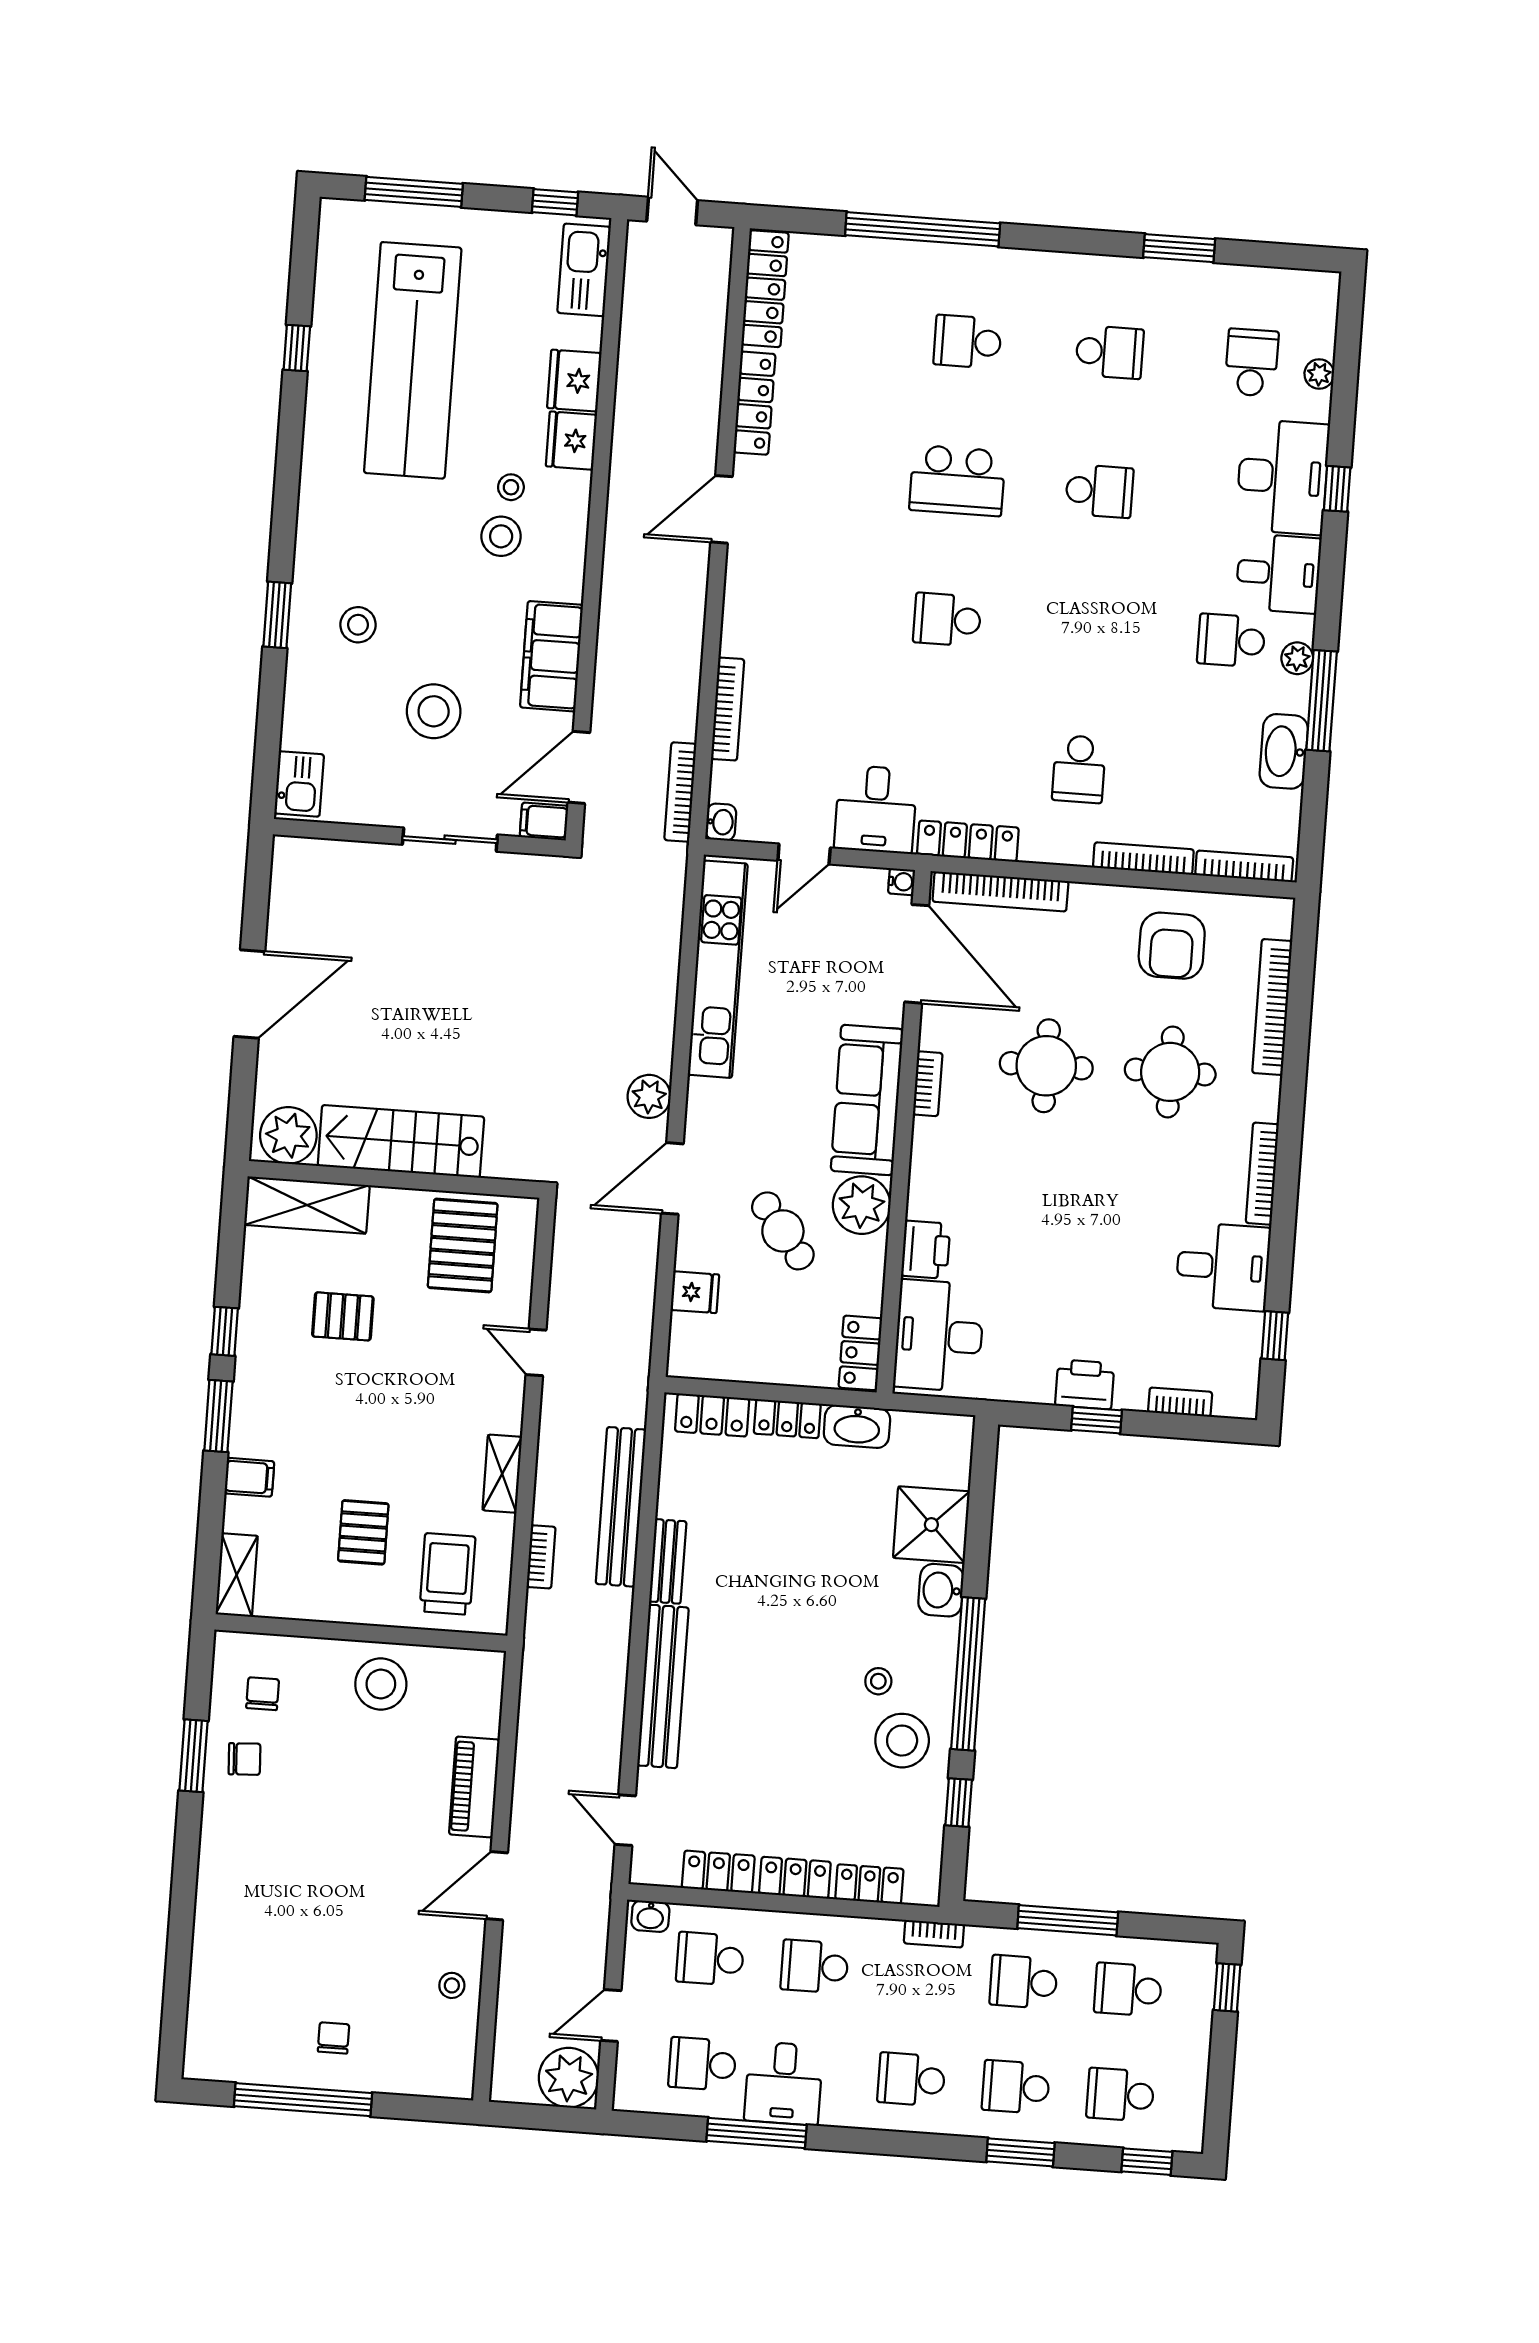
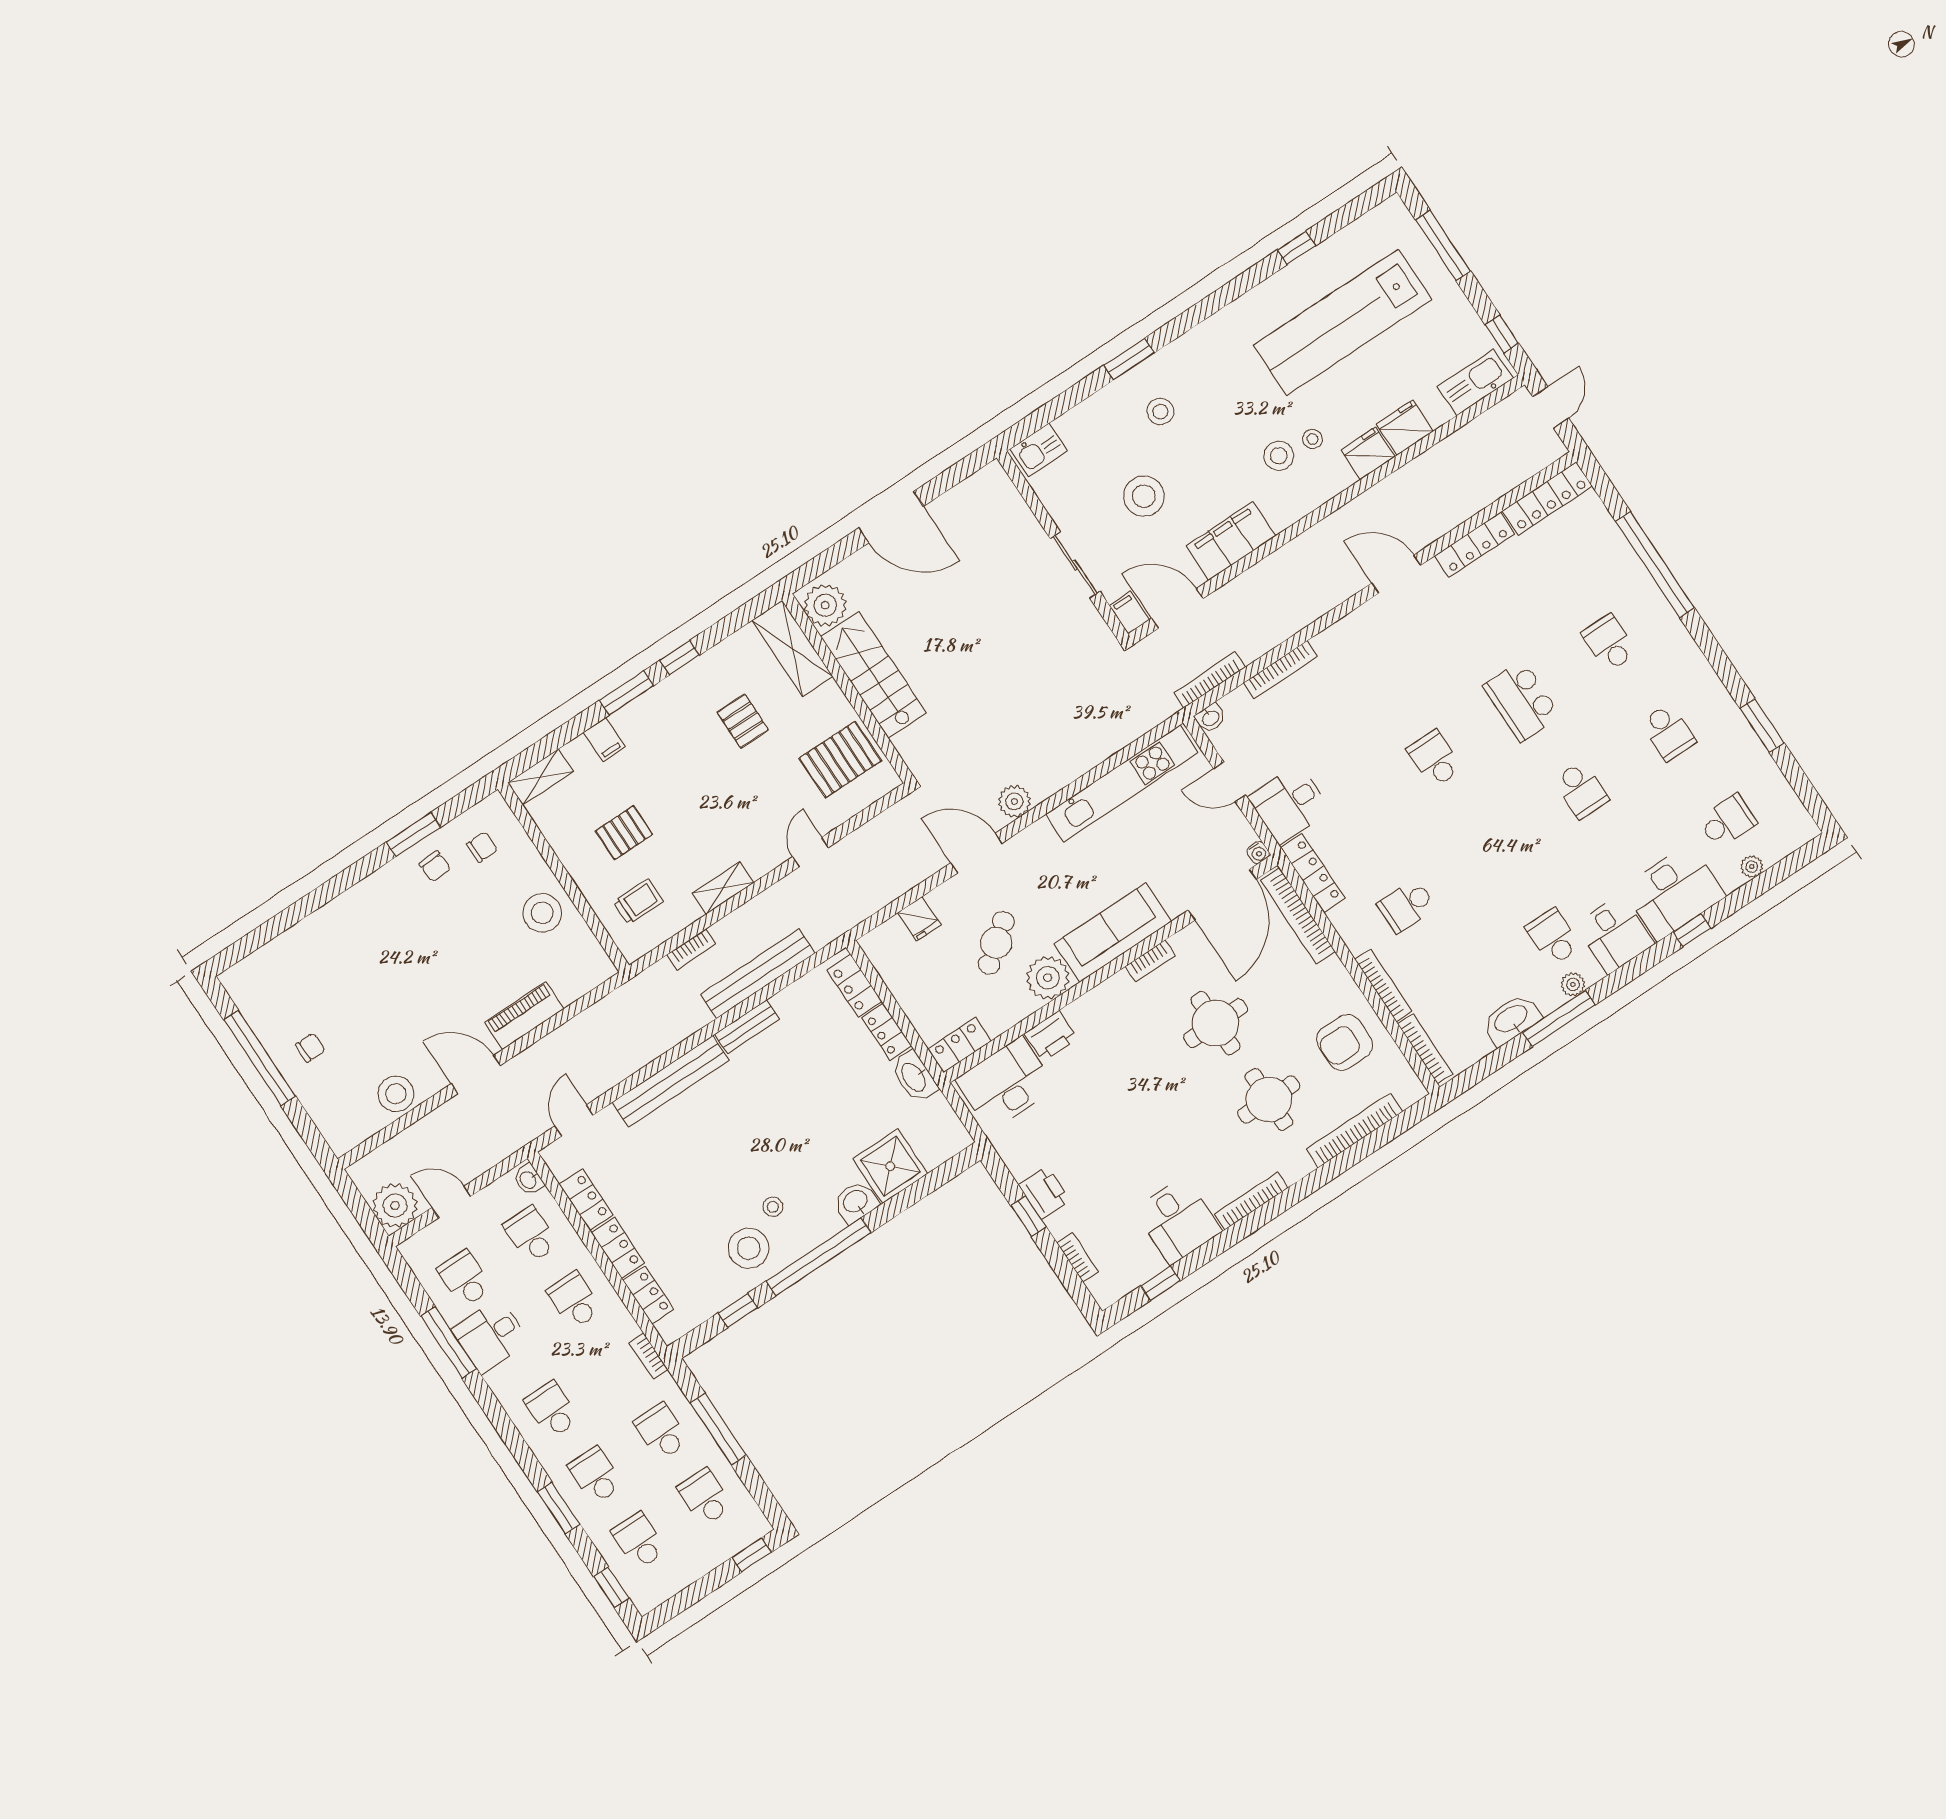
trolley: (448, 1574) -> (638, 902), width x0.73, depth x0.72
stool: (452, 1985) -> (396, 1094), width x1.89, depth x1.89

